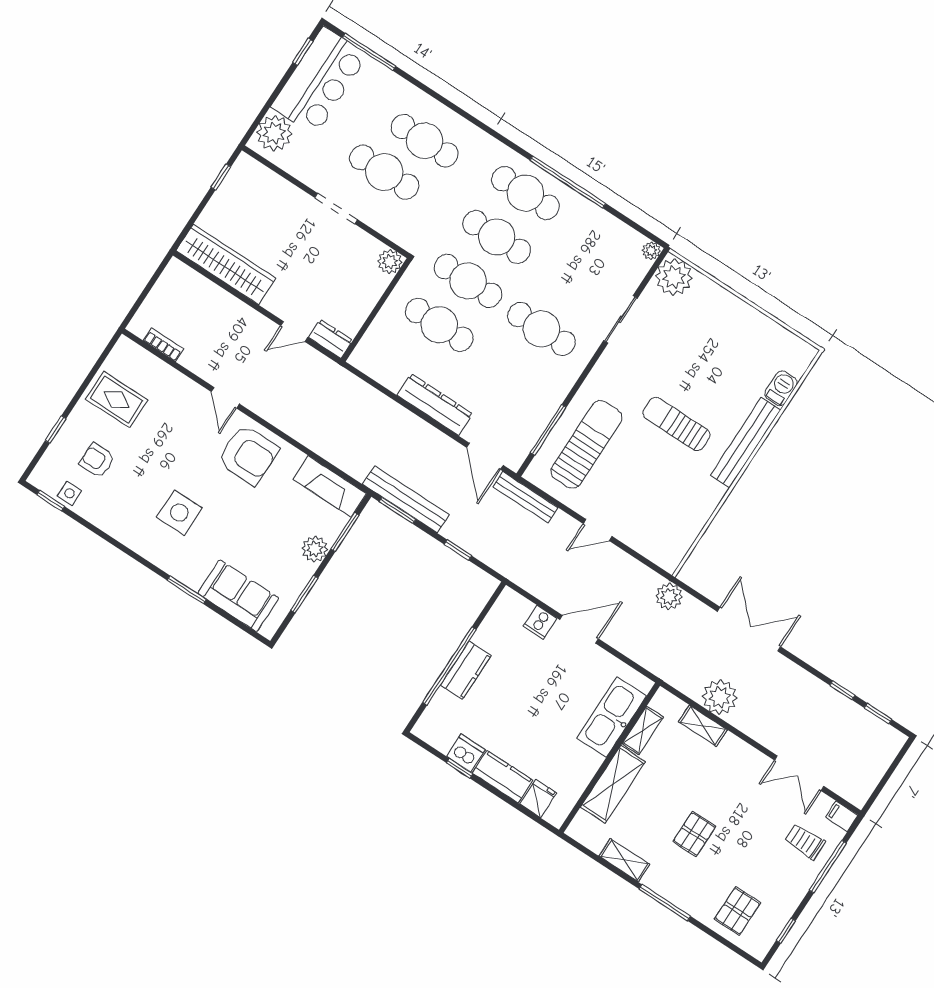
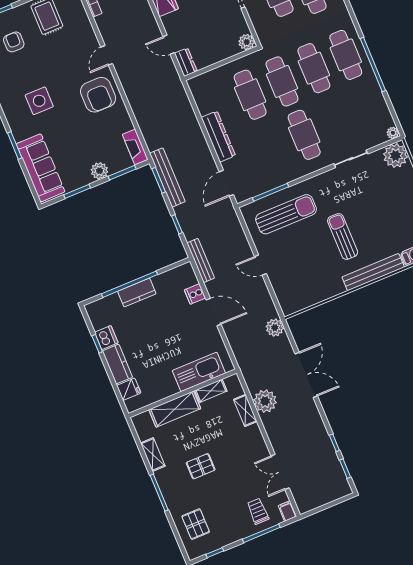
fireplace: (330, 486) -> (135, 147), width x0.73, depth x0.76
bench: (525, 497) -> (201, 260), moved
sofa: (238, 596) -> (41, 168), width x1.36
pallet: (737, 911) -> (196, 524), turned 90

